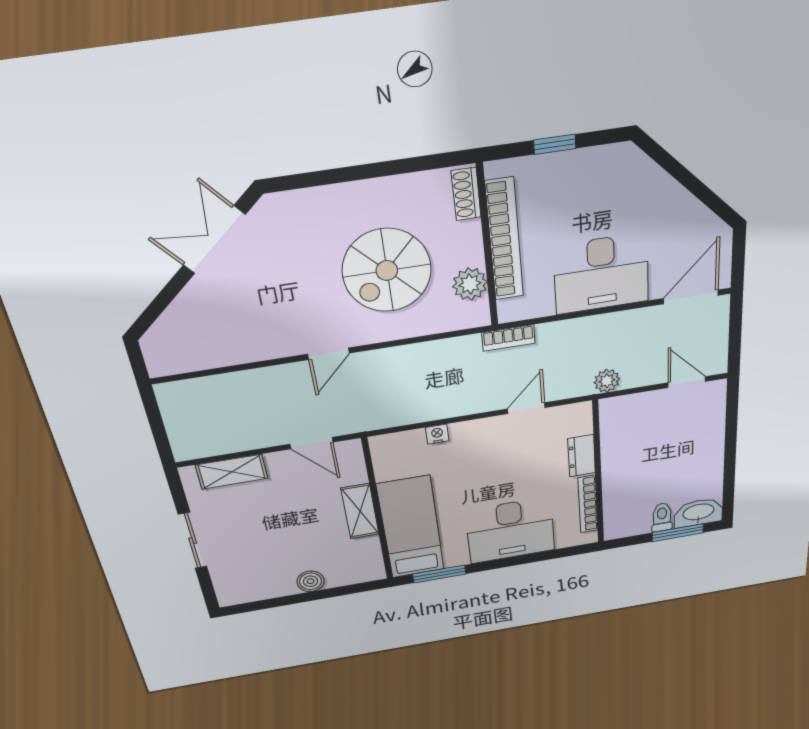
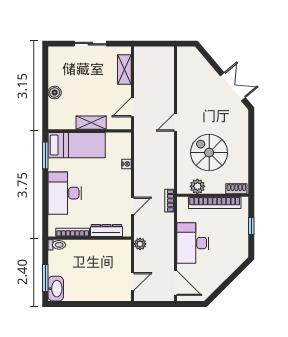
door: (328, 354) -> (175, 122), hinge flipped
door: (526, 408) -> (133, 206), hinge flipped
dresser: (582, 456) -> (106, 231), width x1.44
toilet: (662, 517) -> (57, 245), moved

